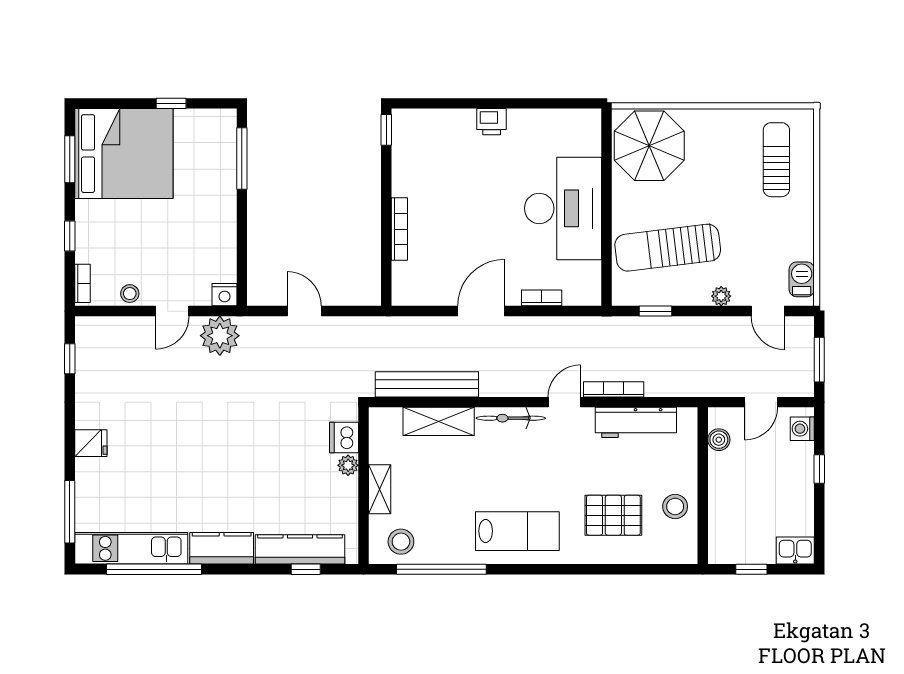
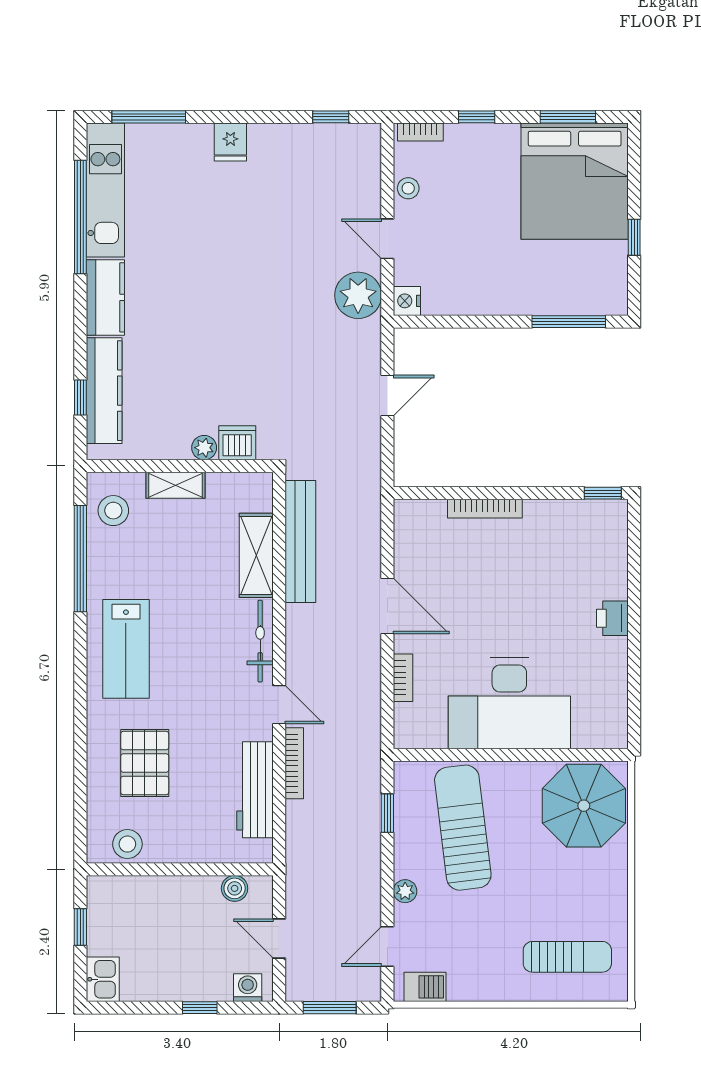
stool: (675, 506) -> (127, 844), moved

